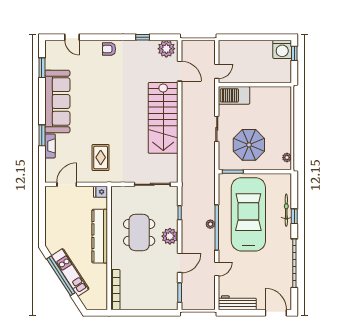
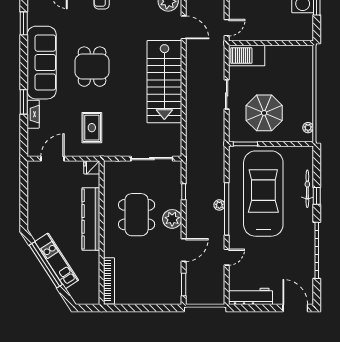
dining table: (101, 105) -> (92, 67), added

